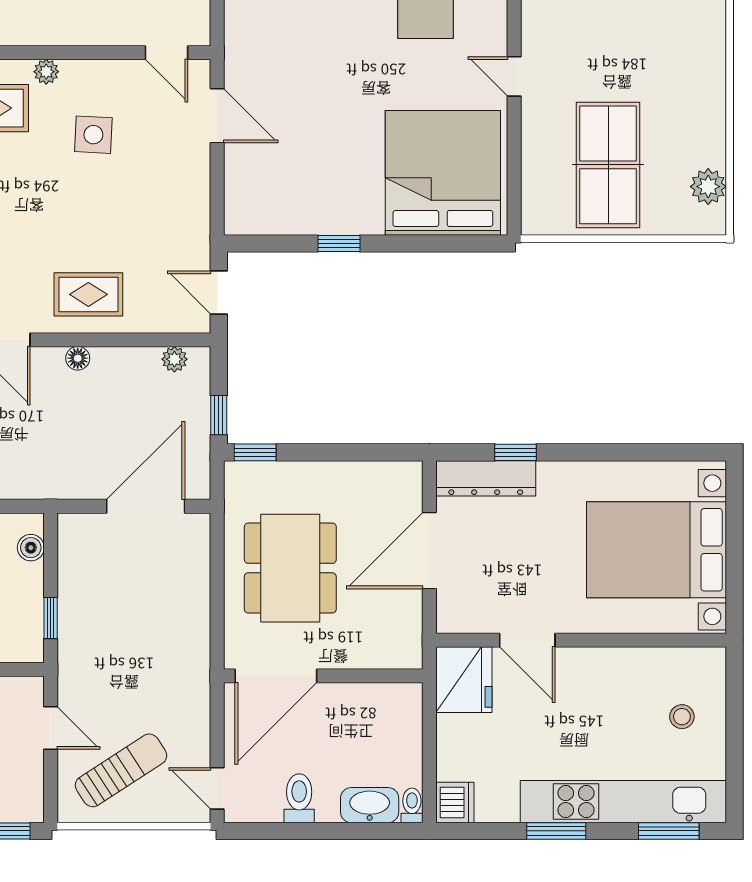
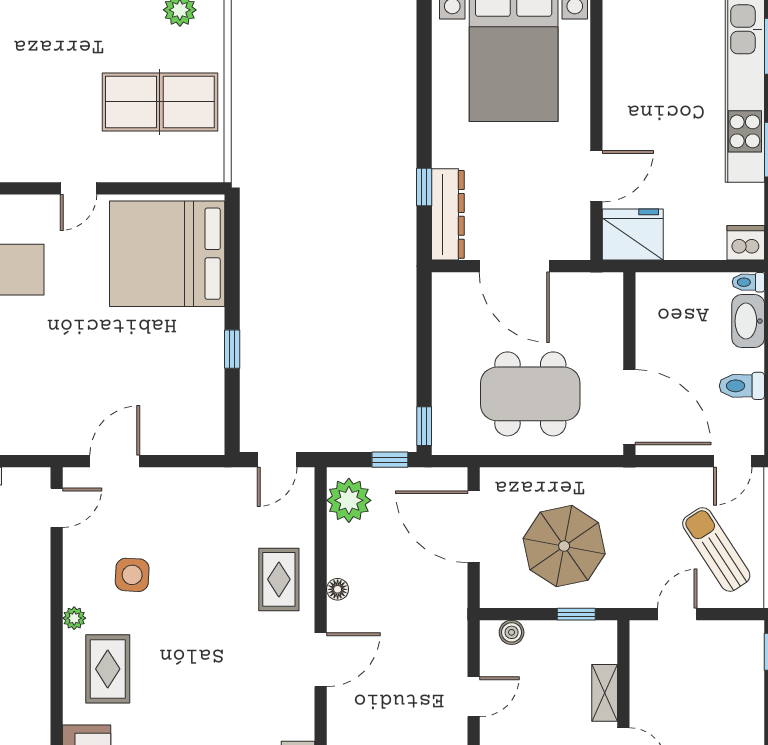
plant: (174, 359) -> (349, 500), width x1.88, depth x1.88
parasol: (125, 605) -> (564, 546), added
stool: (682, 717) -> (667, 34), removed

